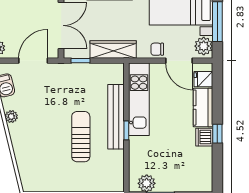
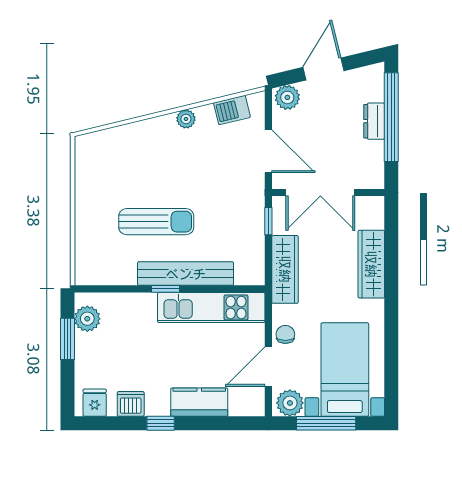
fridge: (203, 79) -> (95, 403), moved
dishwasher: (204, 137) -> (131, 404), moved

